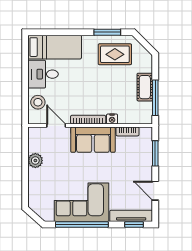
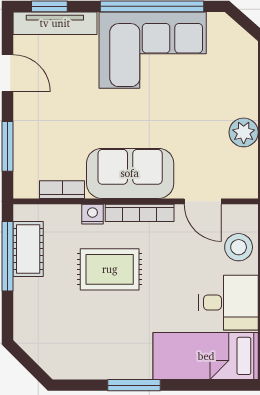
window: (107, 32) -> (134, 385), moved
rug: (115, 54) -> (110, 269), moved
cot: (145, 87) -> (28, 249), moved

